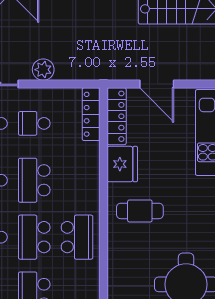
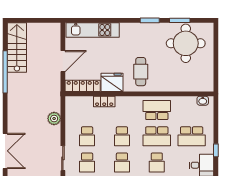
plant: (43, 70) -> (54, 119), moved
locker: (91, 114) -> (104, 102), moved, width x0.66
school desk: (34, 180) -> (122, 136), width x0.54

